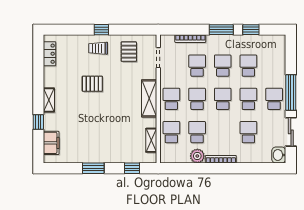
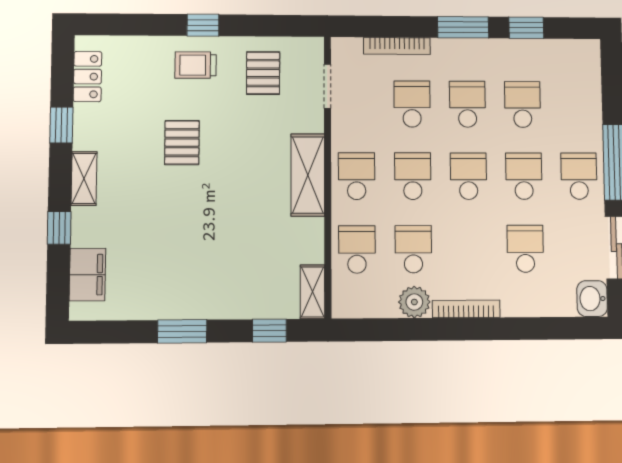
window: (38, 76) -> (61, 125), added
pallet: (92, 84) -> (182, 143), turned 90
shelving: (151, 140) -> (312, 292), moved

